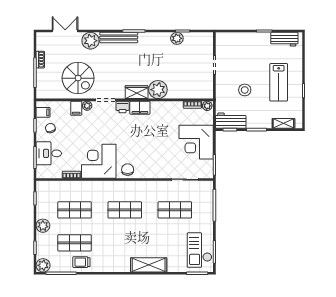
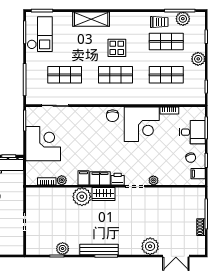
bench: (119, 37) -> (99, 249), moved
spiral stairs: (78, 78) -> (163, 208), removed
plant: (207, 106) -> (62, 180), moved
filing cabinet: (76, 108) -> (83, 178), moved
display table: (123, 237) -> (117, 48), added
plant: (43, 265) -> (183, 19), moved

